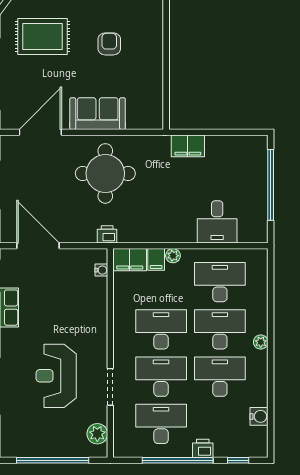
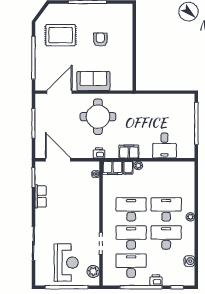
filing cabinet: (188, 146) -> (129, 151), moved, turned 180
desk: (220, 282) -> (166, 181), removed
reception desk: (56, 376) -> (66, 263), moved, turned 180

